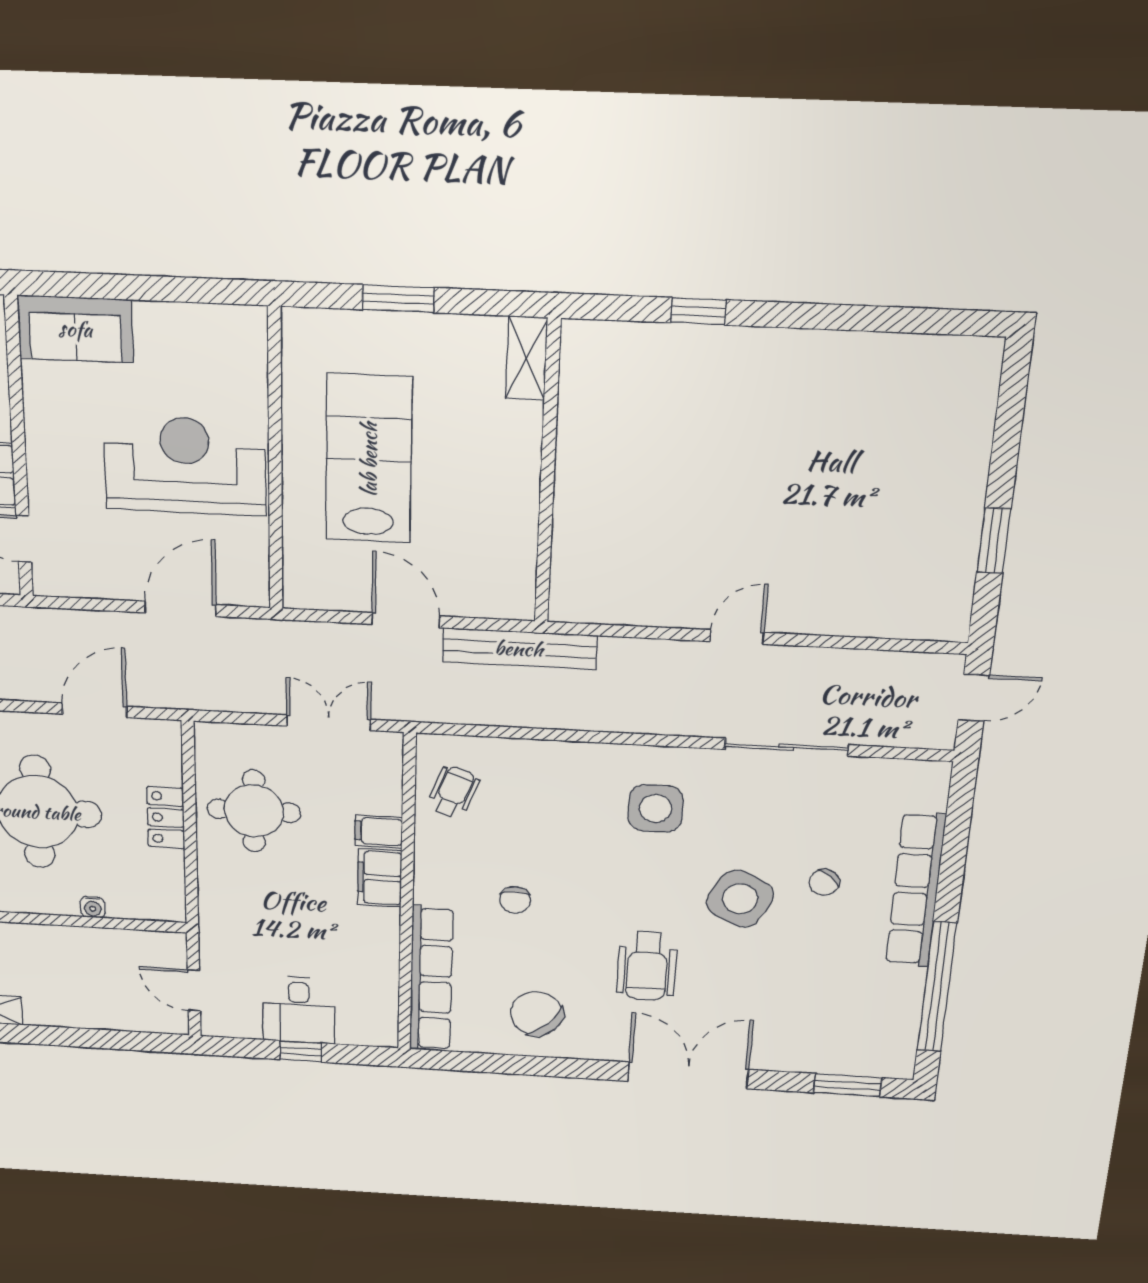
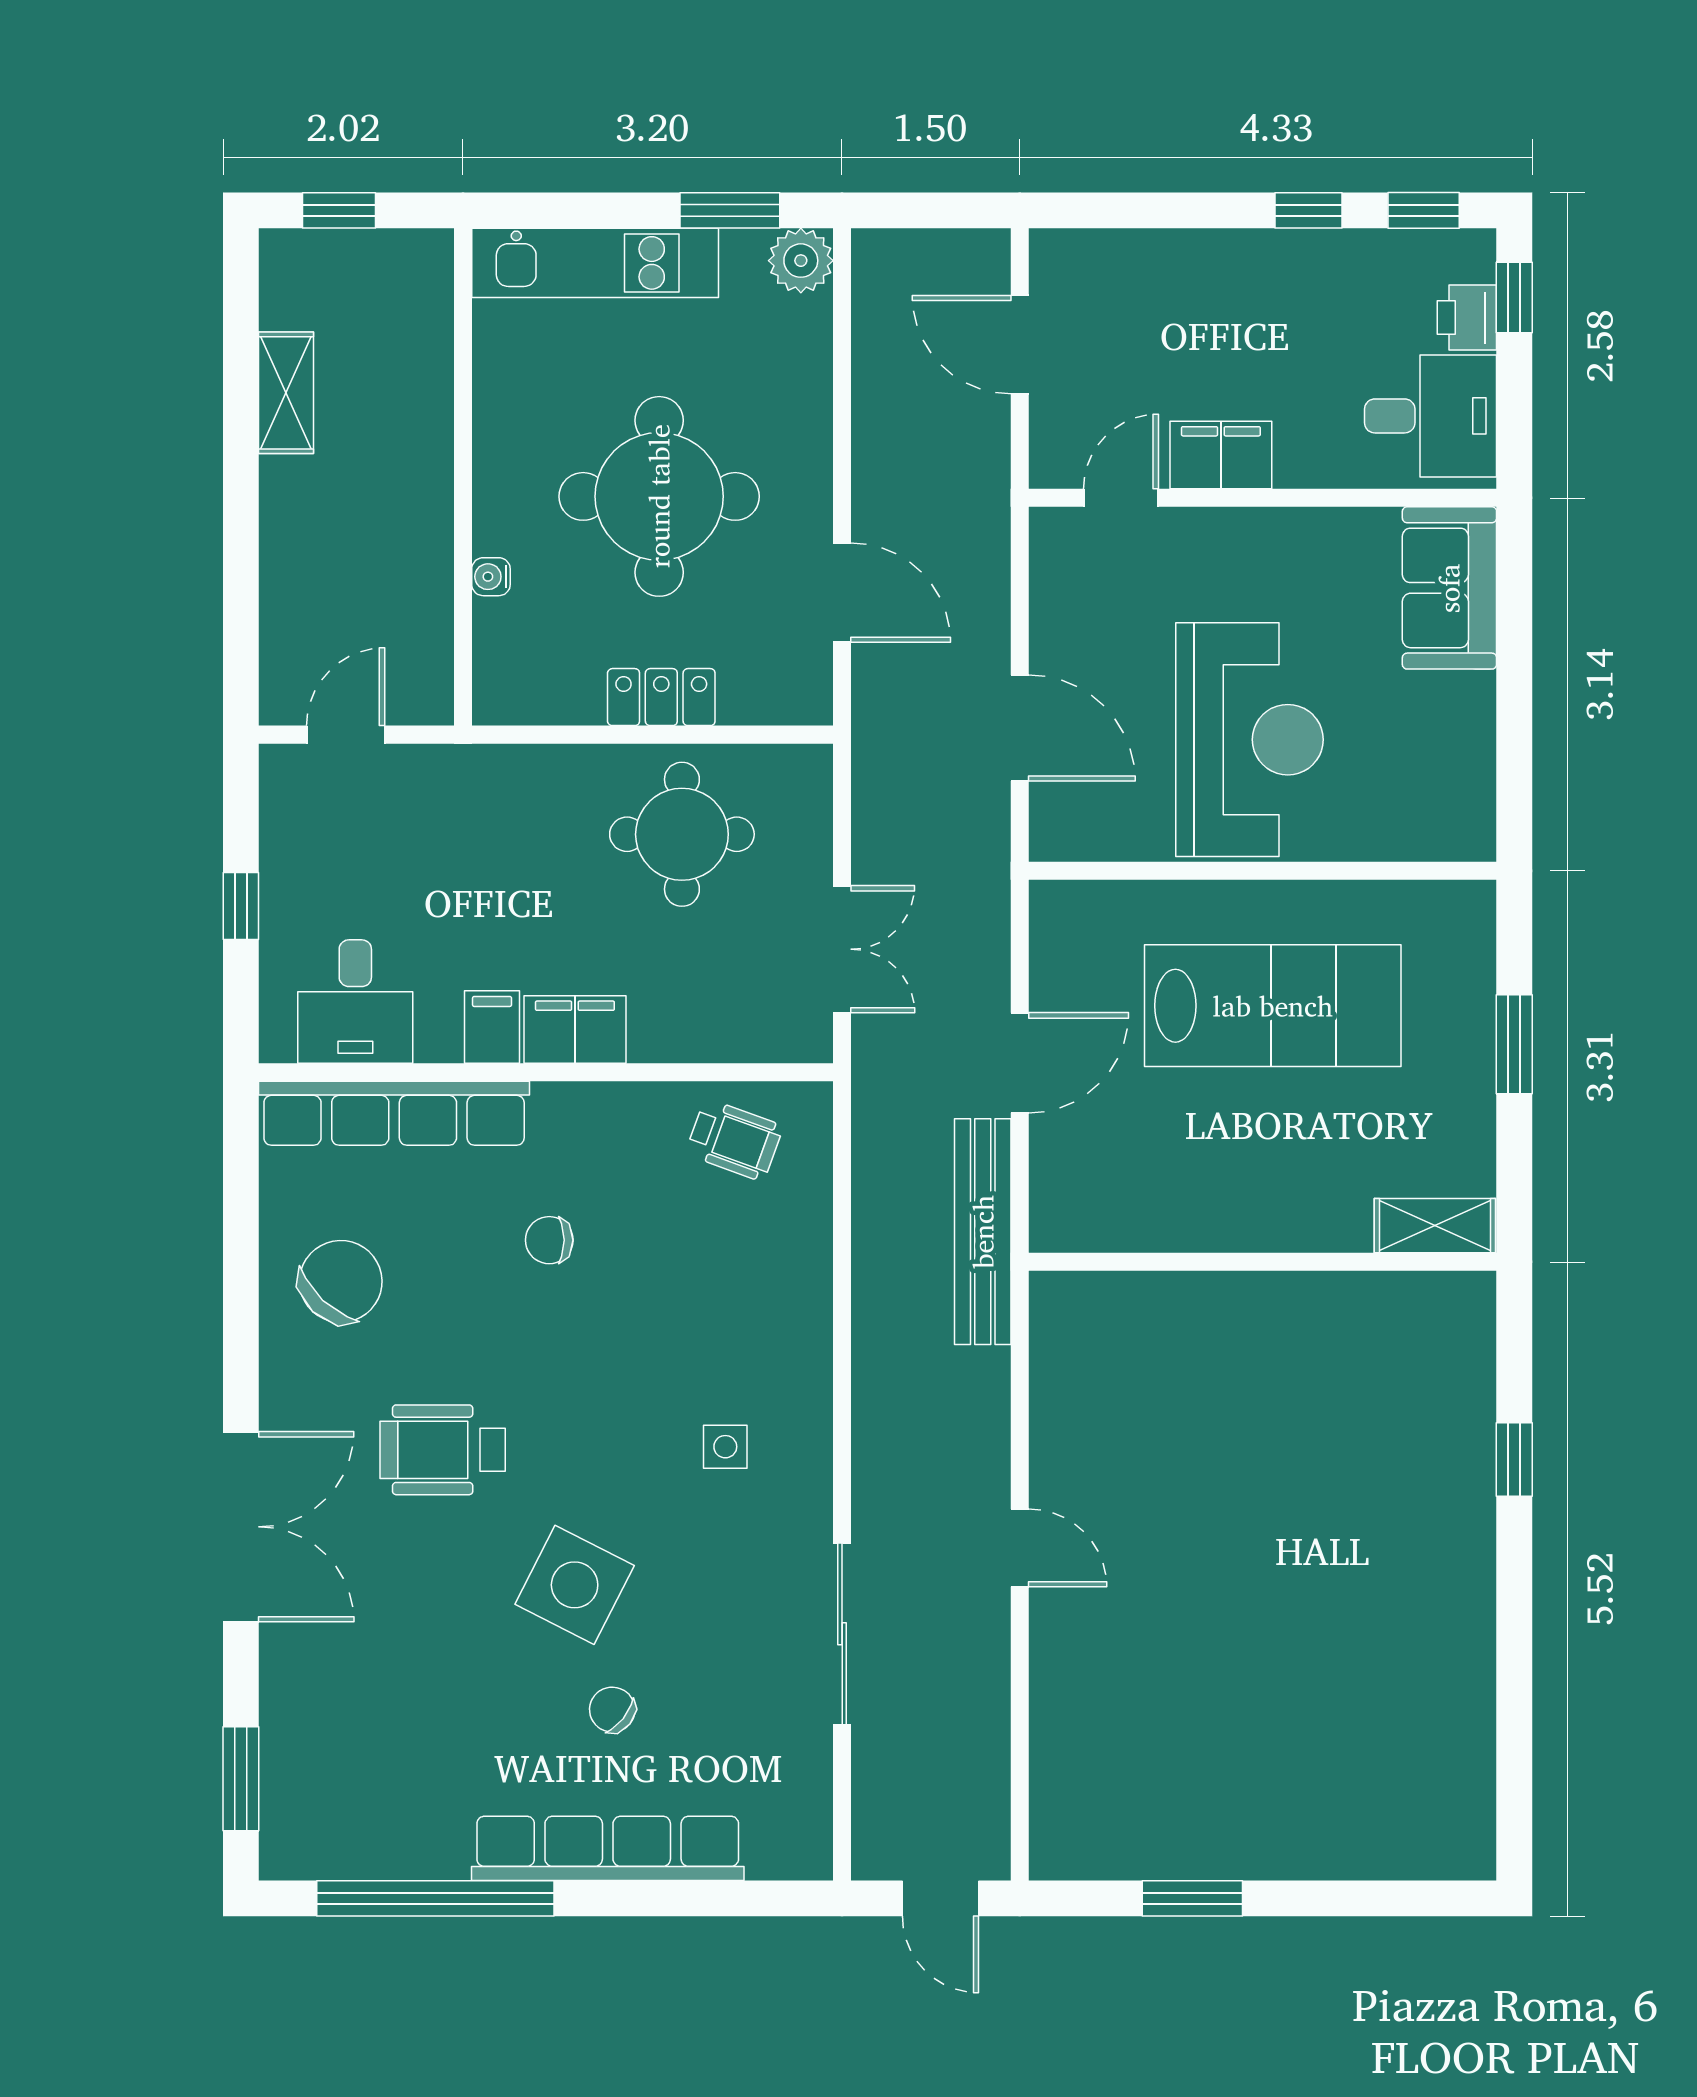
side table: (656, 808) -> (725, 1447), width x0.54, depth x0.54
filing cabinet: (379, 831) -> (492, 1027), moved
desk: (299, 1010) -> (355, 1002), moved, turned -90

